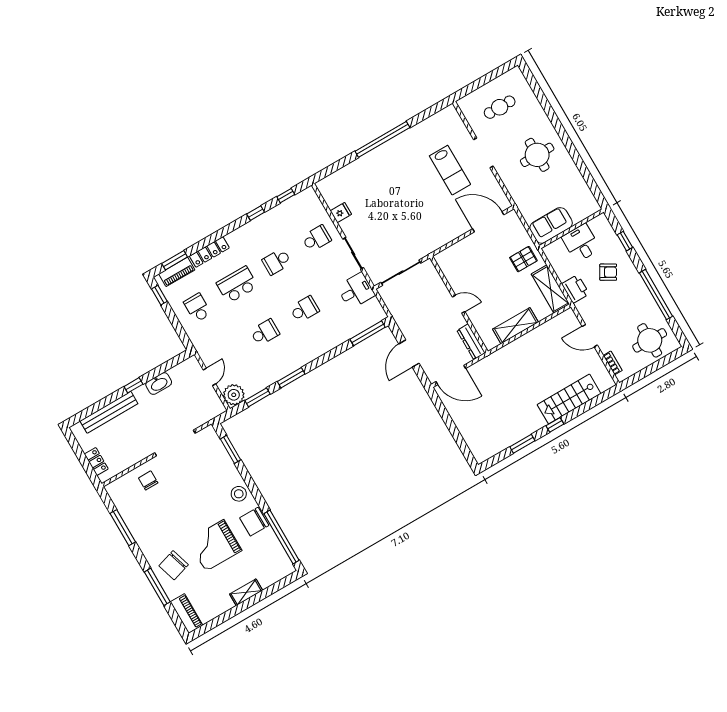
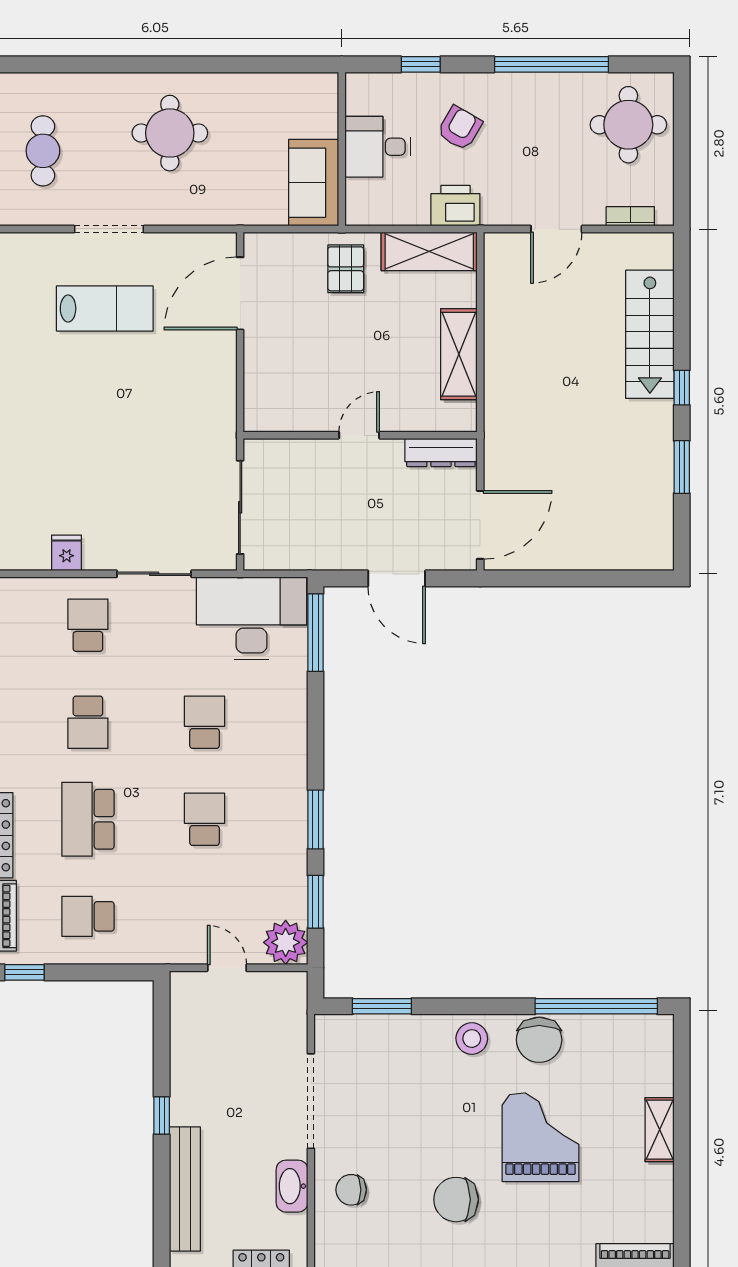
desk: (356, 291) -> (251, 618), width x1.87, depth x1.30
washbasin: (159, 384) -> (292, 1186), moved, turned 180
grand piano: (215, 545) -> (540, 1137), turned 180
chair: (174, 565) -> (456, 1200), moved, turned 107

